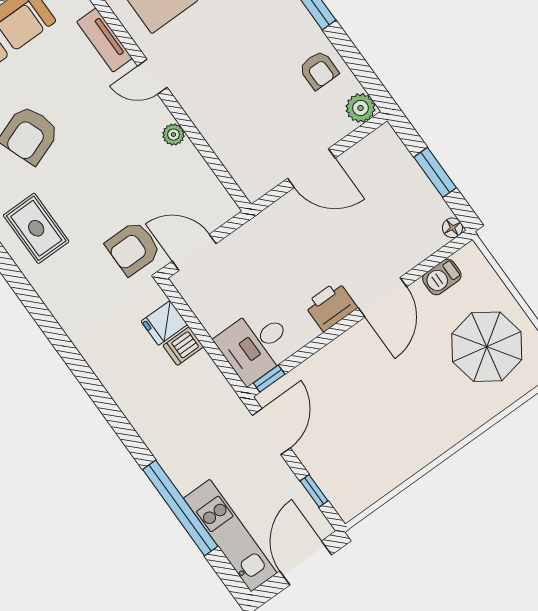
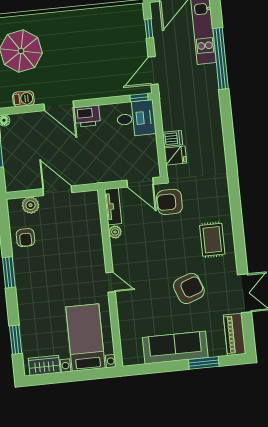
tv unit: (104, 40) -> (113, 206), moved
armchair: (319, 70) -> (25, 238), turned 180
plant: (360, 108) -> (30, 205), moved
plant: (173, 135) -> (115, 232), moved
armchair: (133, 248) -> (169, 202), turned 180
door: (382, 297) -> (59, 106), swing flipped

